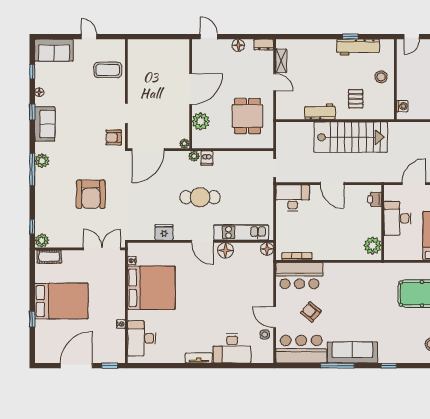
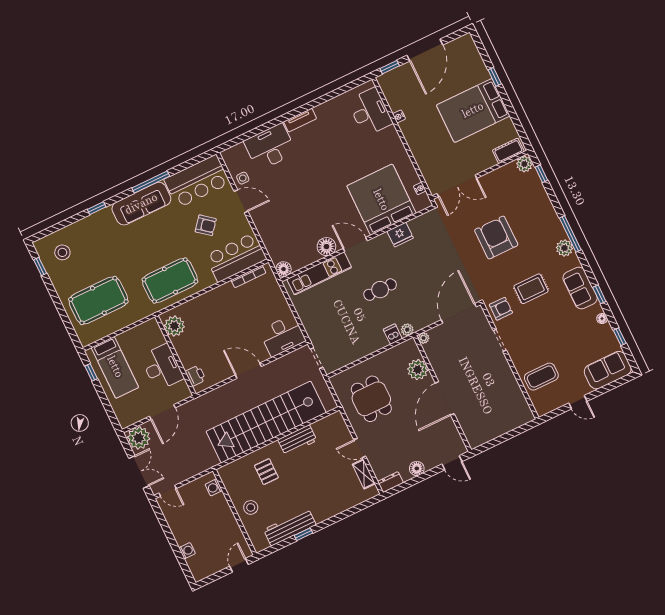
stairs: (351, 137) -> (266, 422), width x1.36
rug: (83, 142) -> (531, 289), added
cafe table: (200, 197) -> (380, 290), width x0.73, depth x0.74
pool table: (359, 282) -> (170, 281), added
bed: (151, 288) -> (381, 200), moved, turned 90

